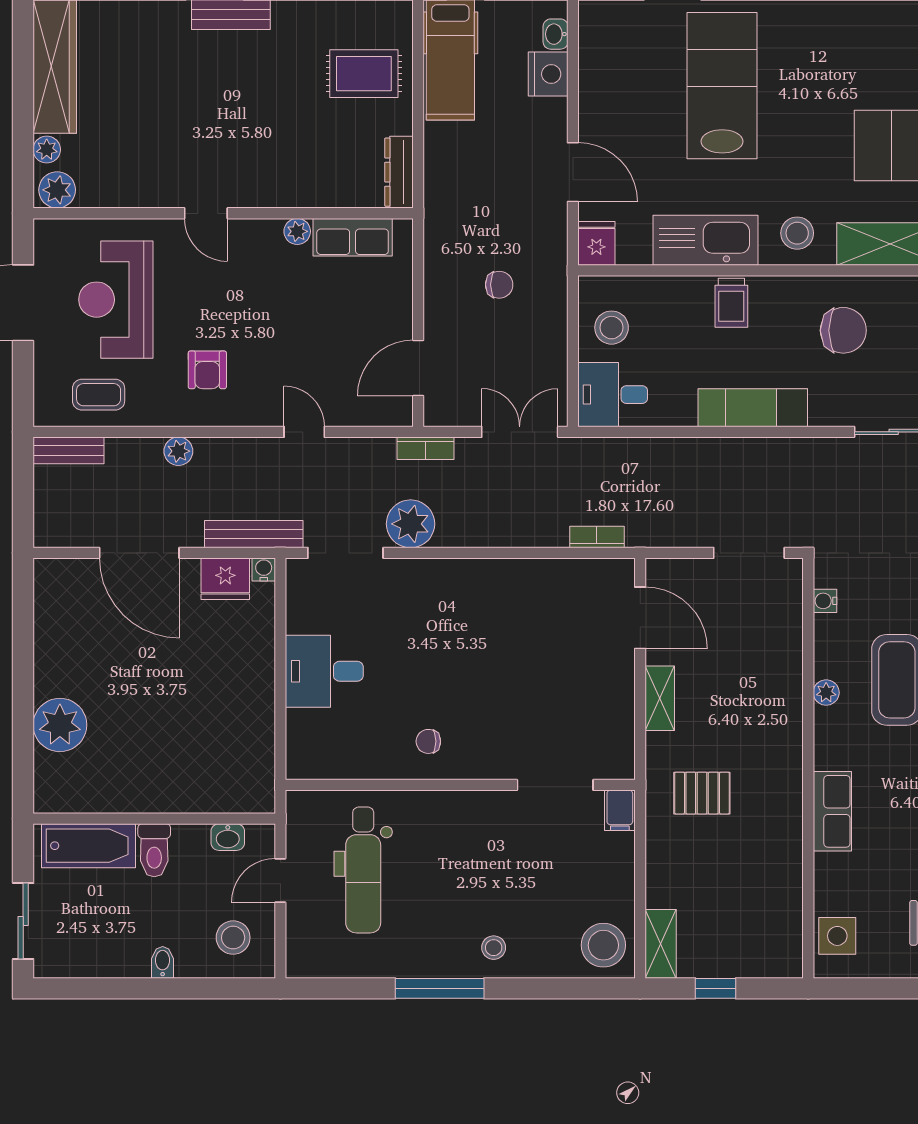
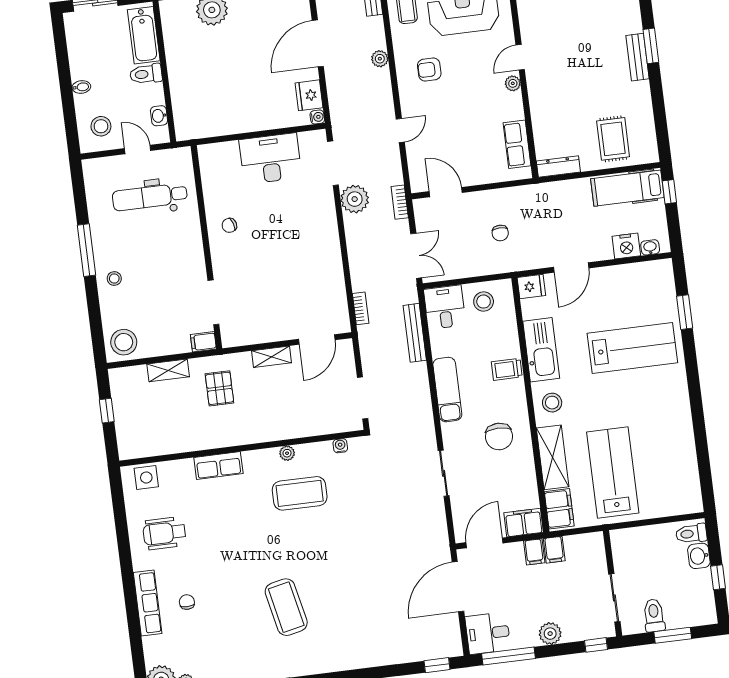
plant: (297, 231) -> (513, 83), moved
bench: (254, 534) -> (415, 333), moved
desk: (324, 671) -> (270, 159), width x1.37
chair: (428, 741) -> (229, 225), turned -108
shelving: (661, 944) -> (168, 370), moved

